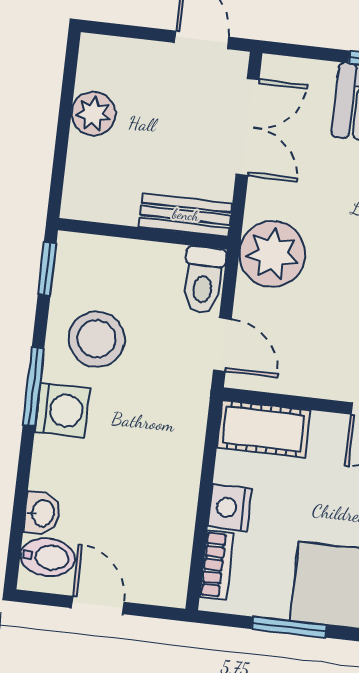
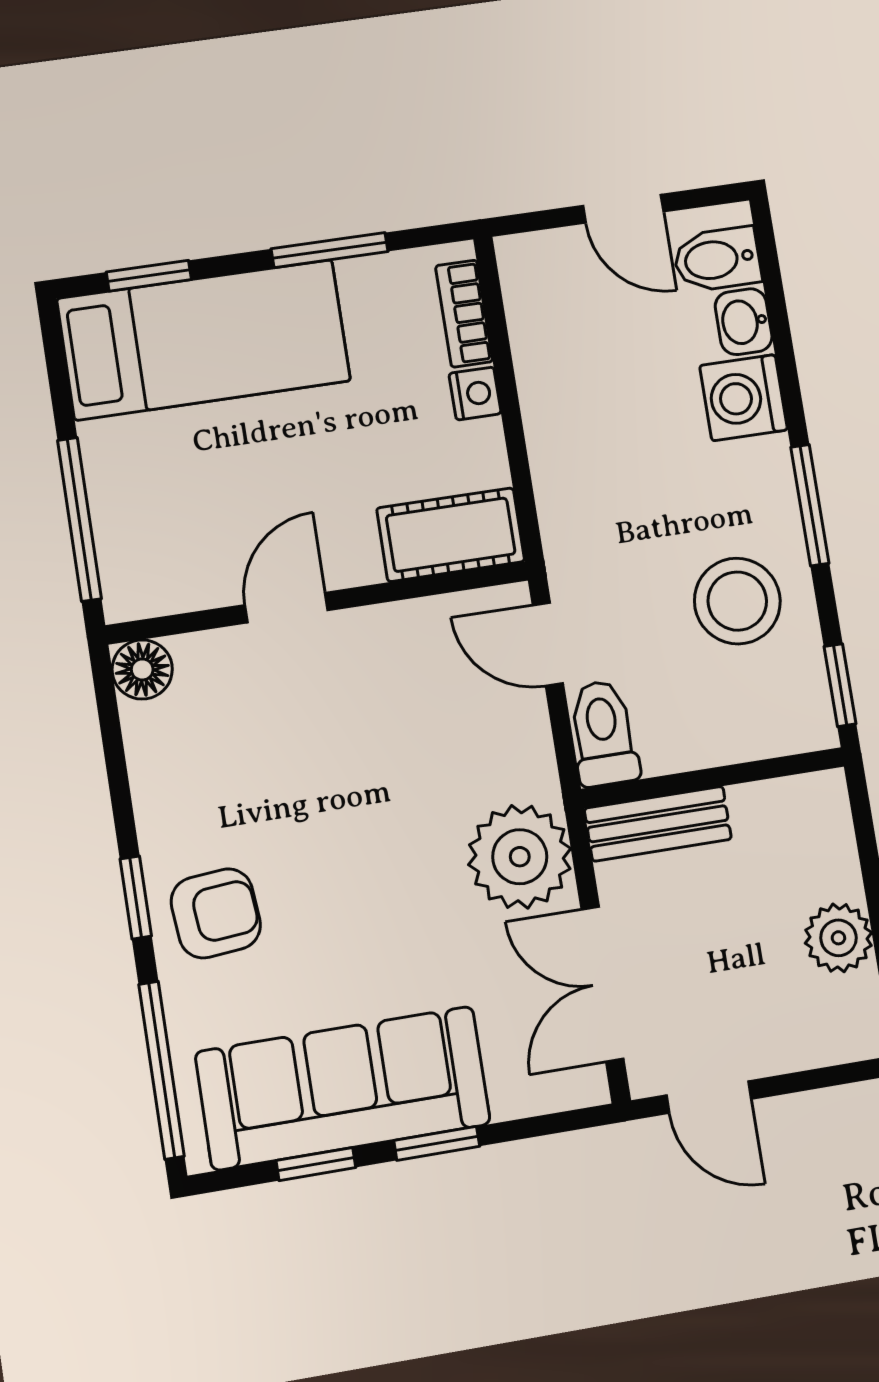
plant: (272, 254) -> (520, 857), moved
washing machine: (62, 410) -> (744, 398), moved
nightstand: (230, 508) -> (475, 394), width x0.72, depth x0.74

